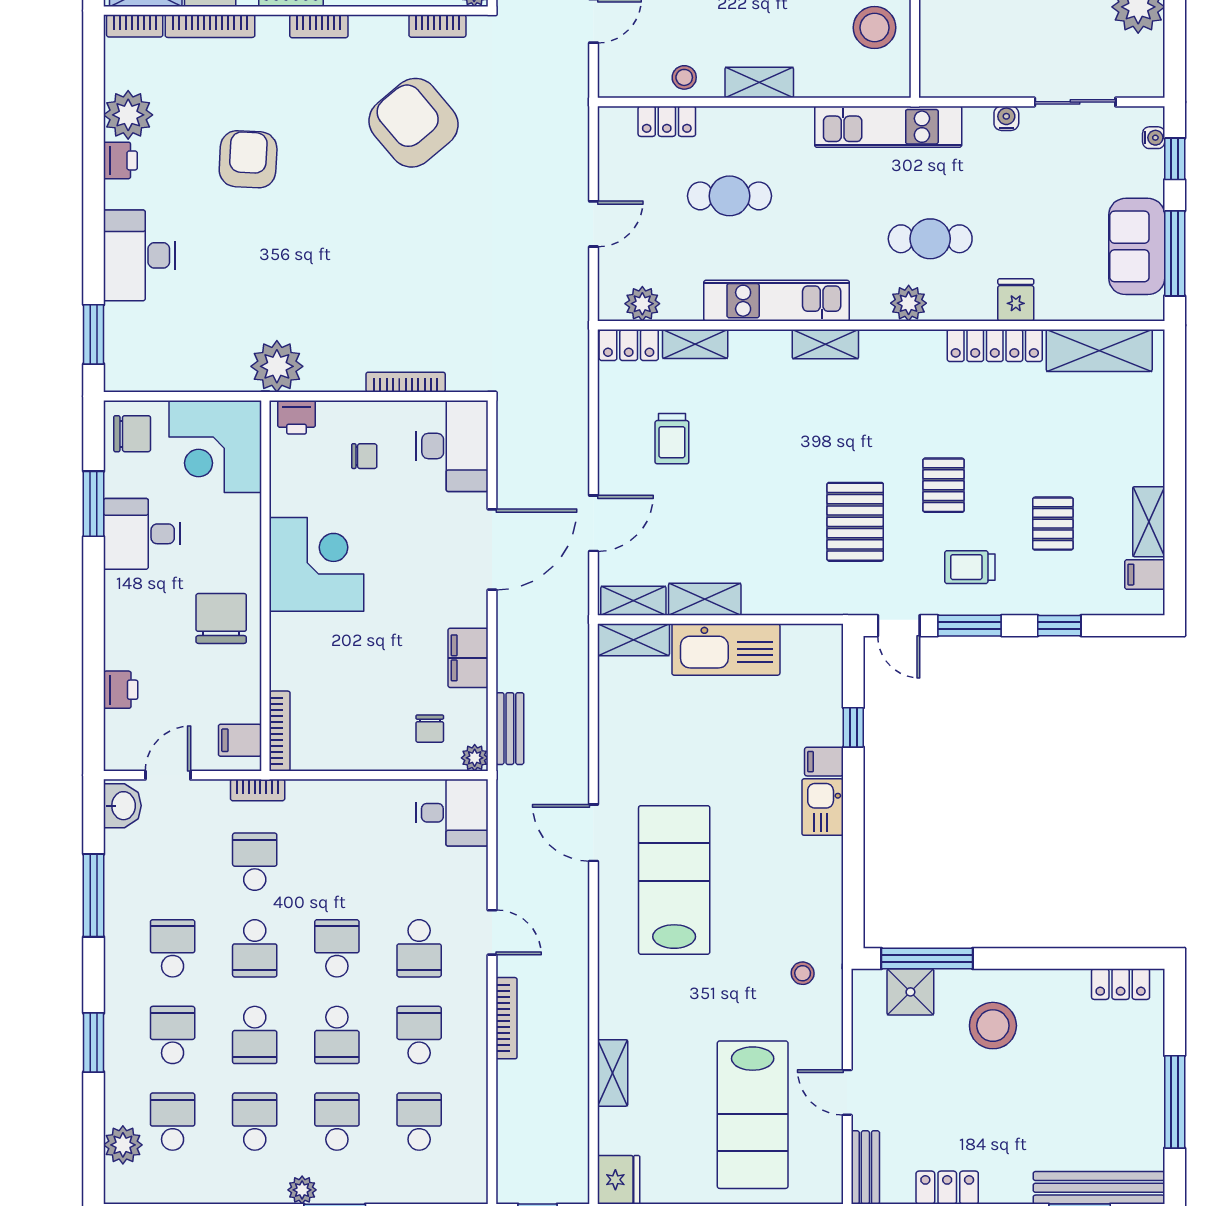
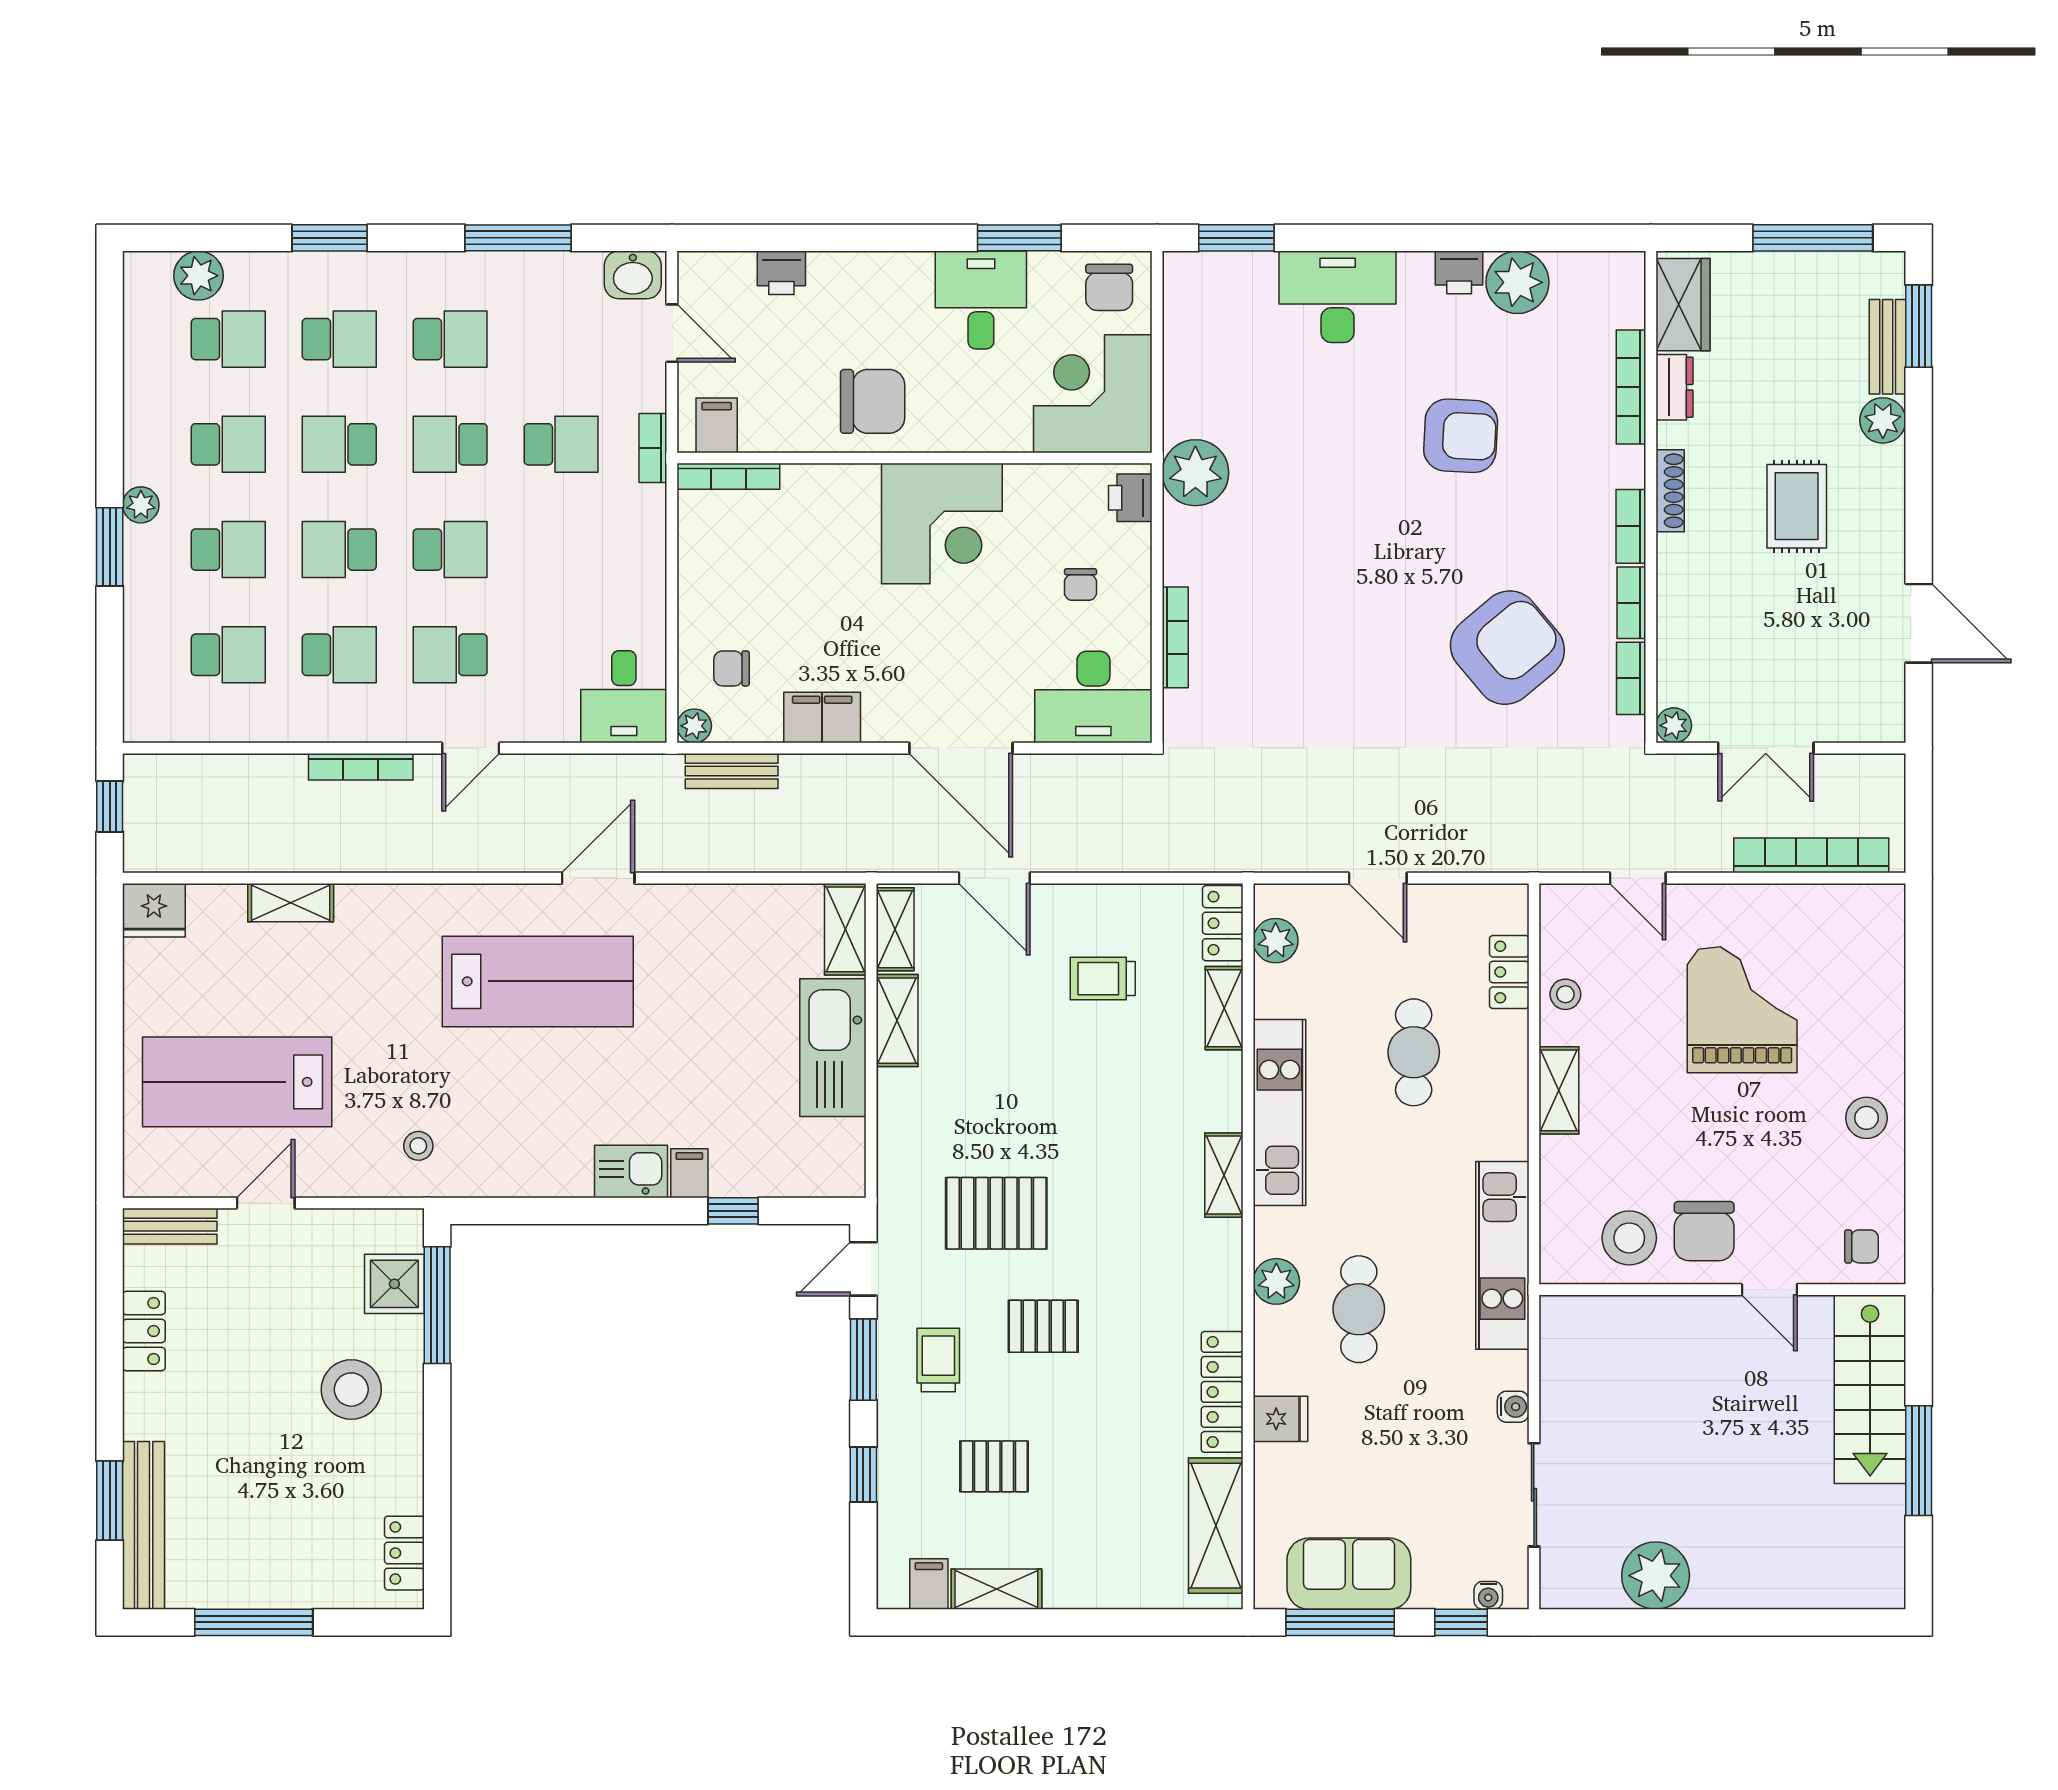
bookcase: (135, 26) -> (1631, 603), moved

